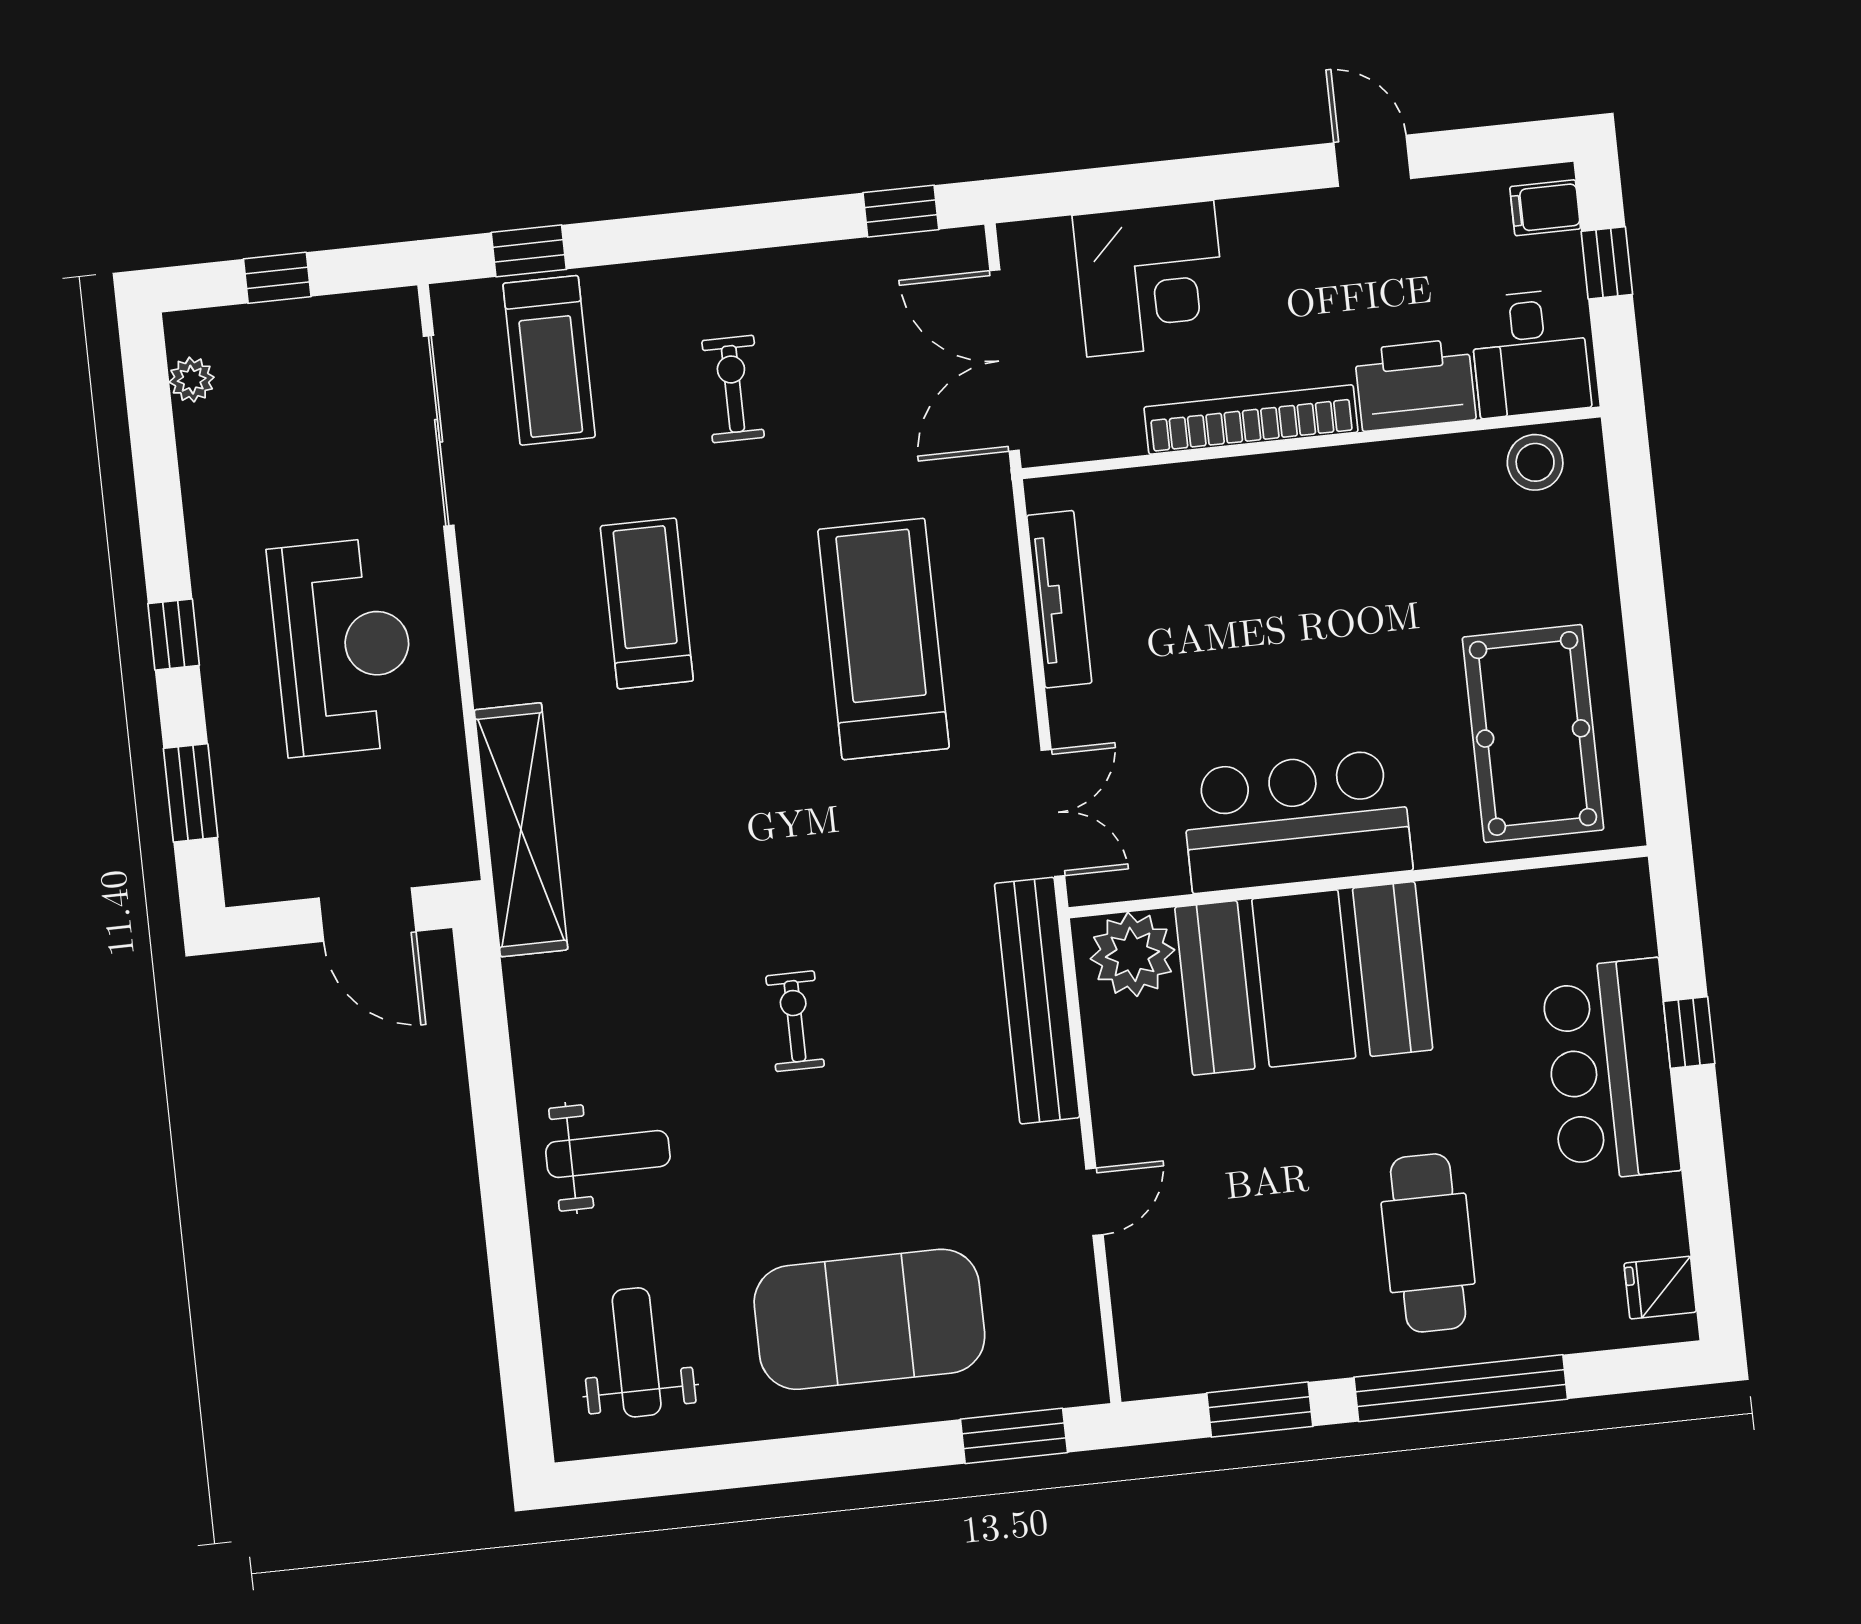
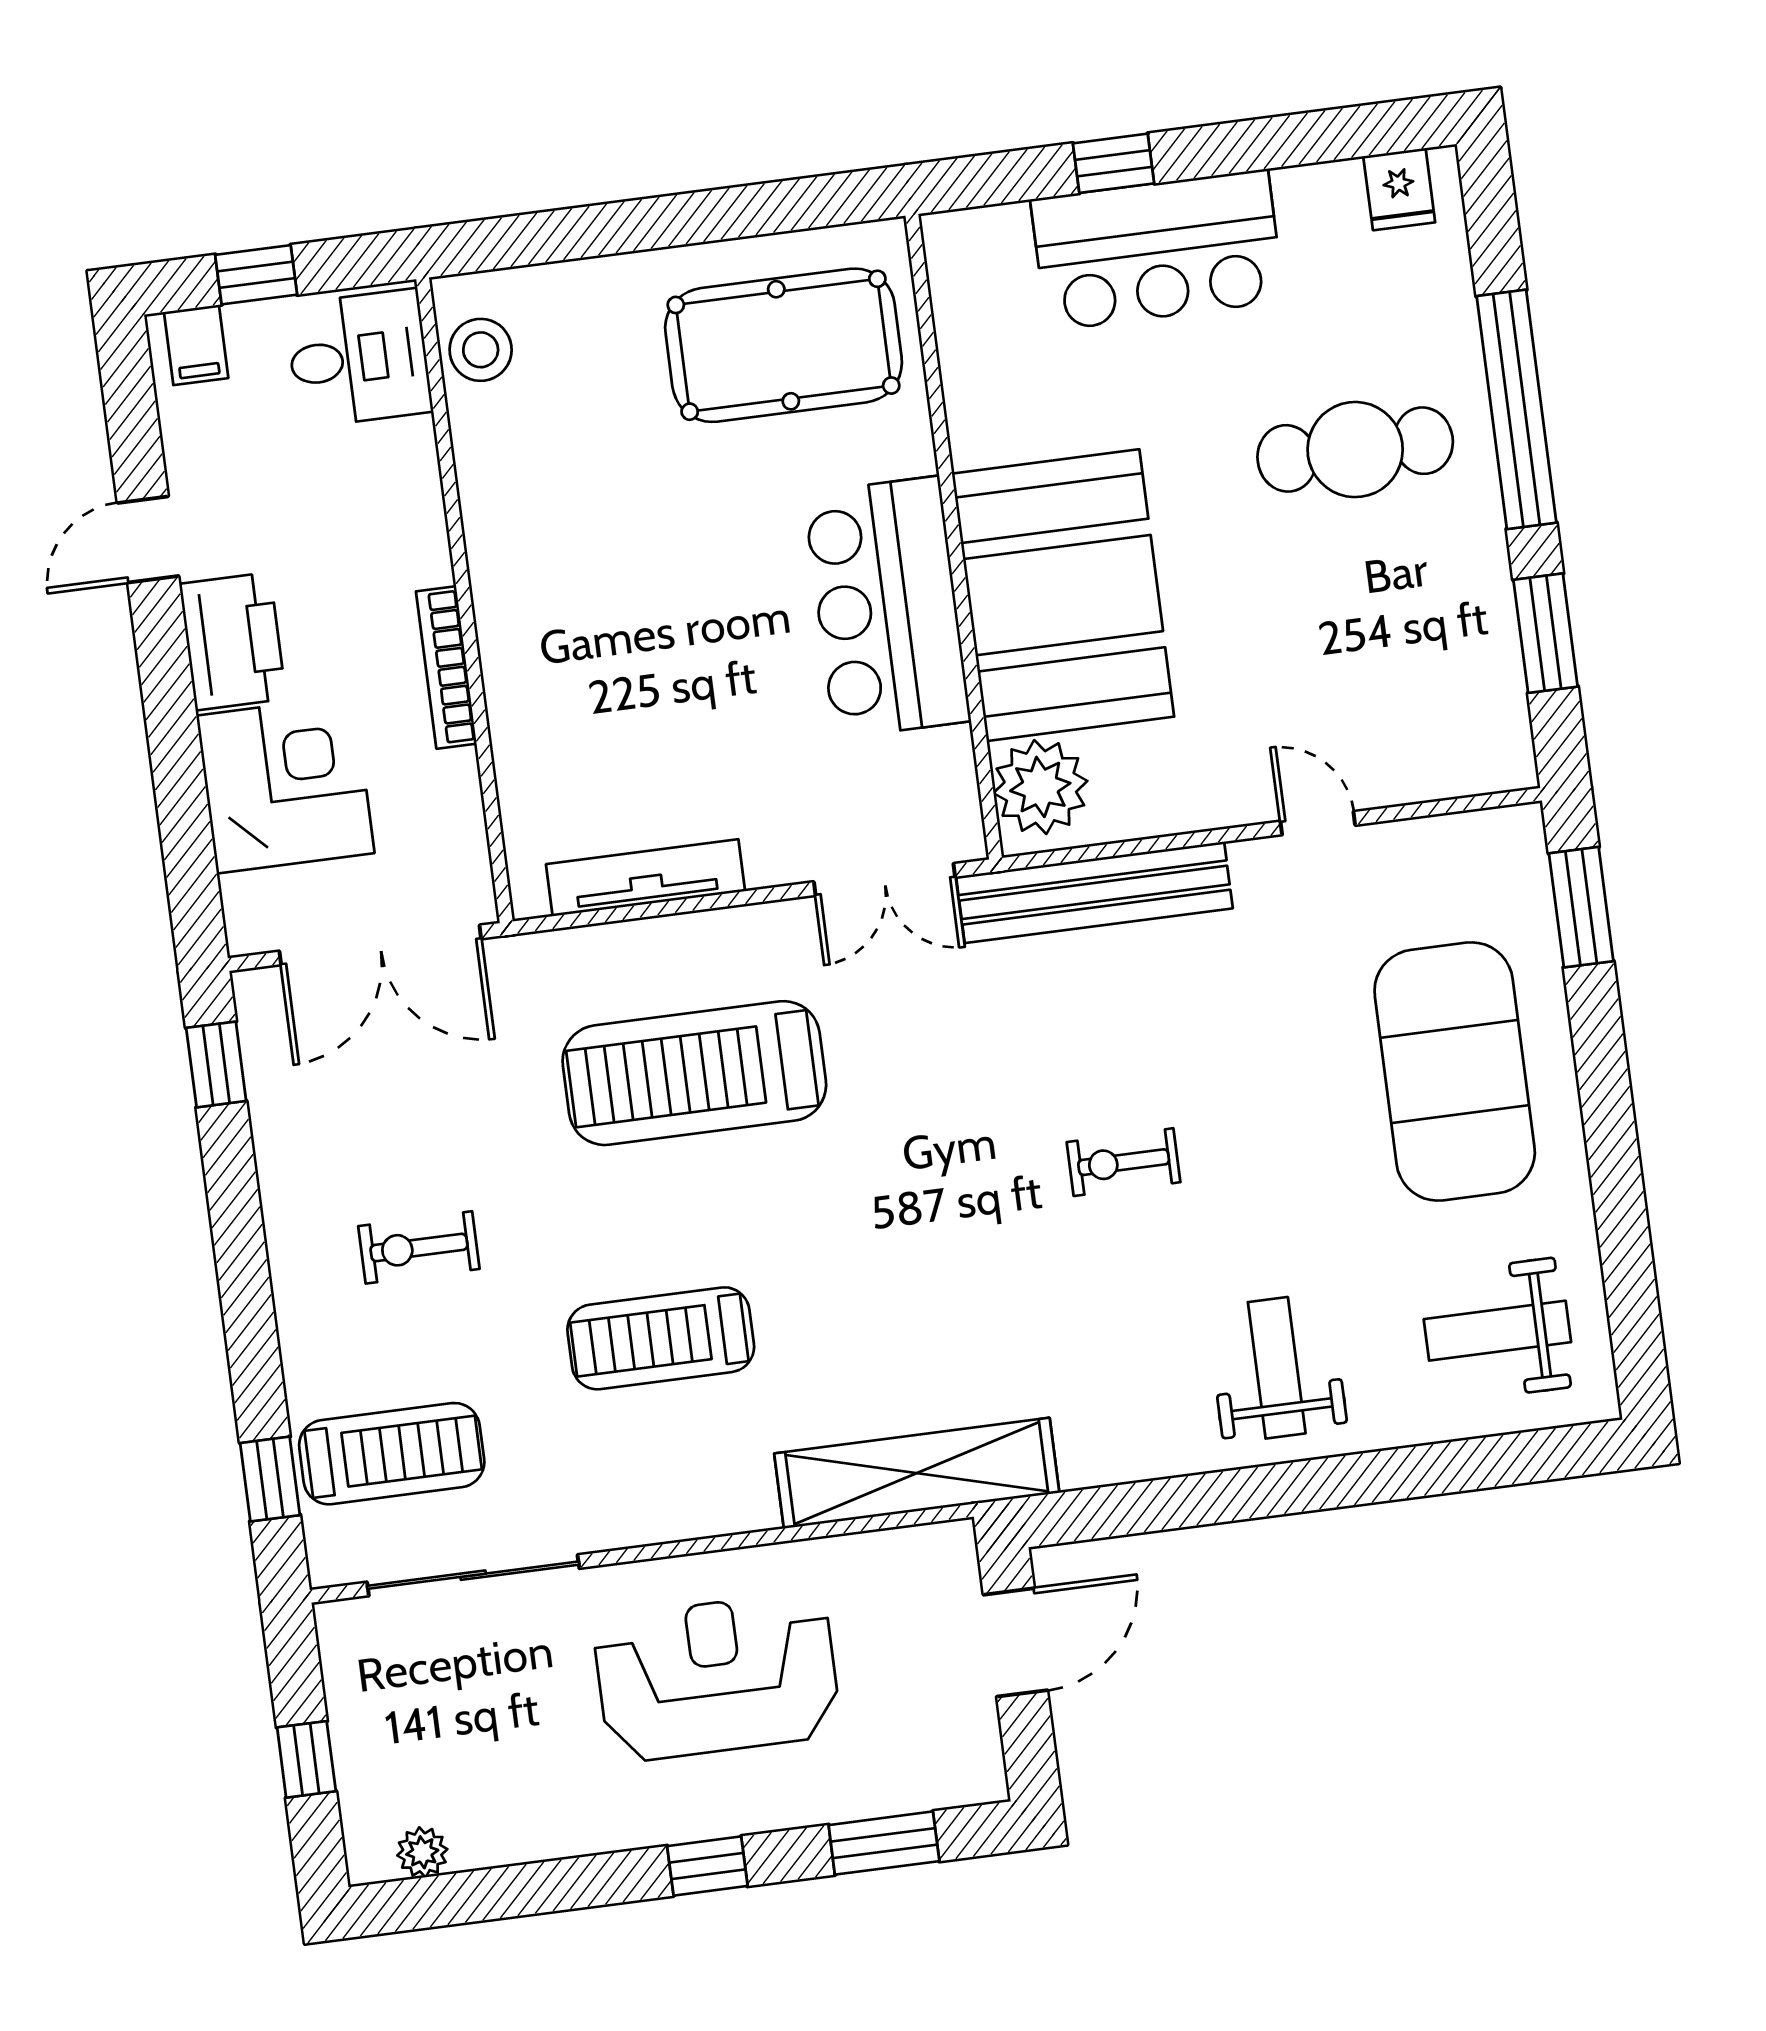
printer: (1415, 385) -> (233, 641), moved, turned 180
bookcase: (1251, 420) -> (446, 667), width x0.68, depth x0.76
double door: (1053, 813) -> (885, 879), swing flipped

